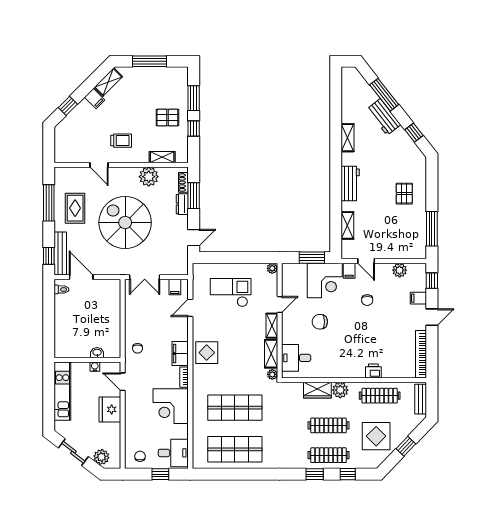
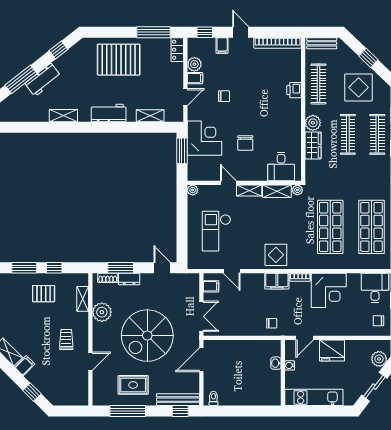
pallet: (167, 118) -> (44, 294), turned 90
pallet: (404, 194) -> (119, 60), width x2.05, depth x2.00
locker: (414, 253) -> (177, 50), added
filing cabinet: (349, 271) -> (195, 78), moved
door: (81, 277) -> (201, 360), moved

